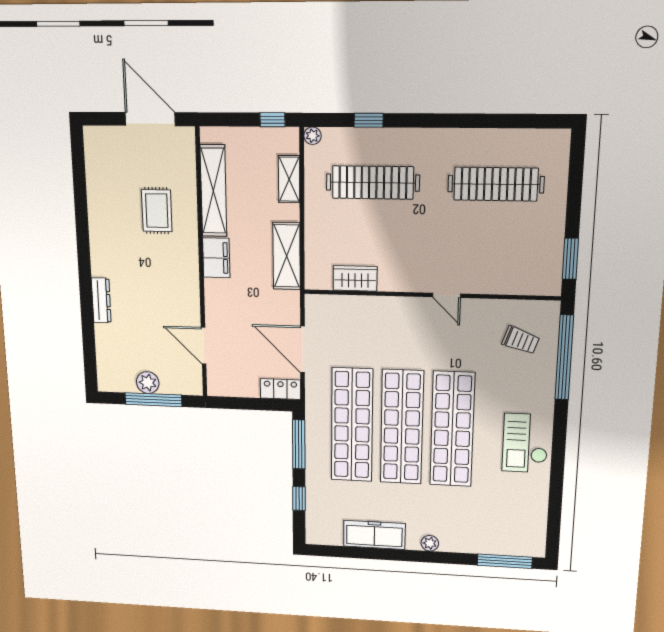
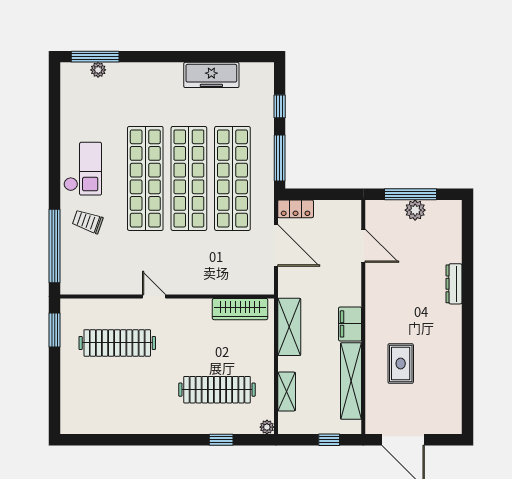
window: (272, 120) -> (329, 440), moved
clothes rail: (496, 184) -> (117, 343), moved
wardrobe: (355, 278) -> (240, 309), width x1.50
trolley: (521, 340) -> (88, 222), moved
plant: (430, 543) -> (98, 70), moved

